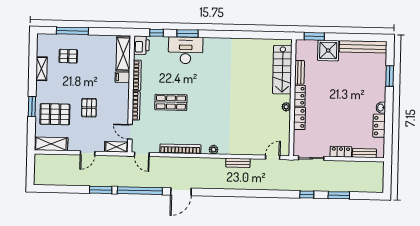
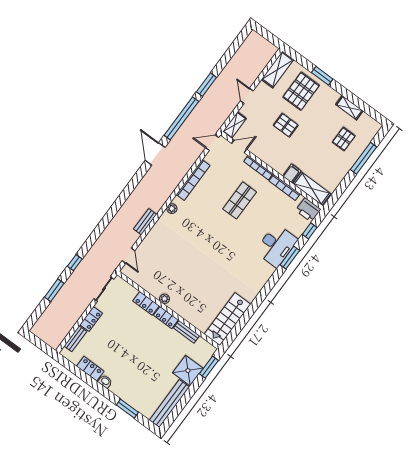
stairs: (282, 70) -> (228, 319), moved, turned -90

